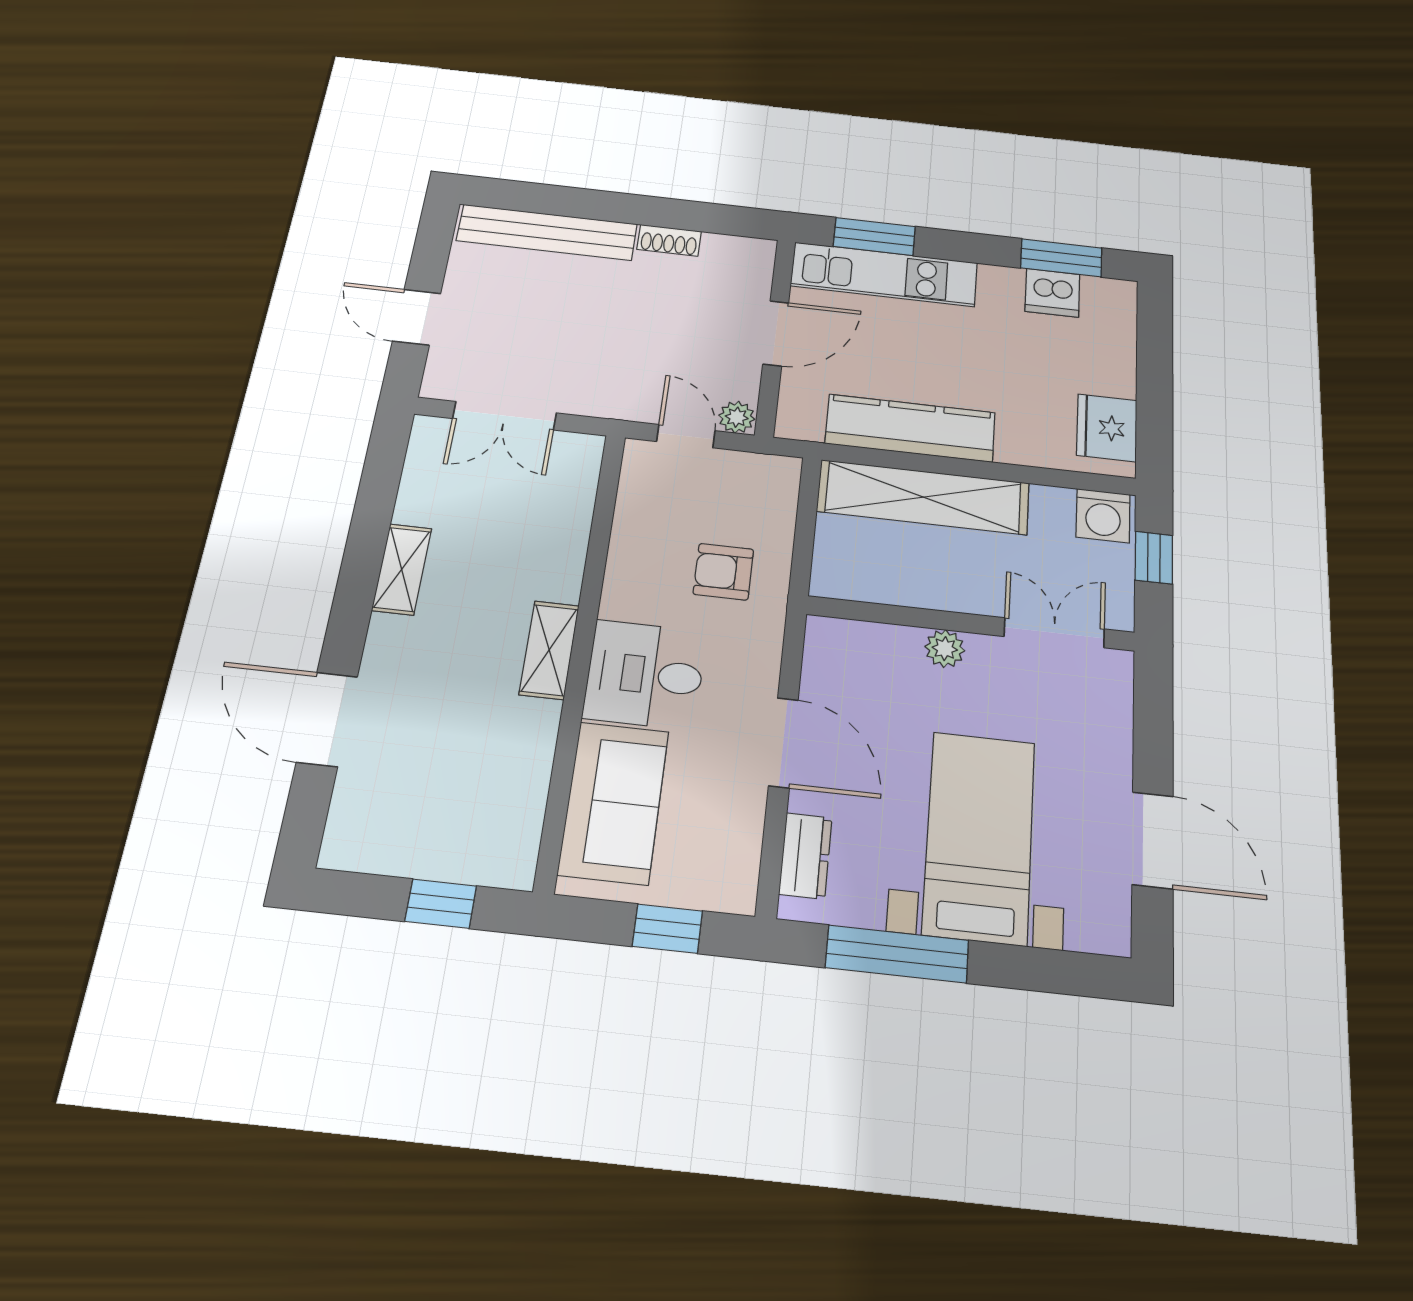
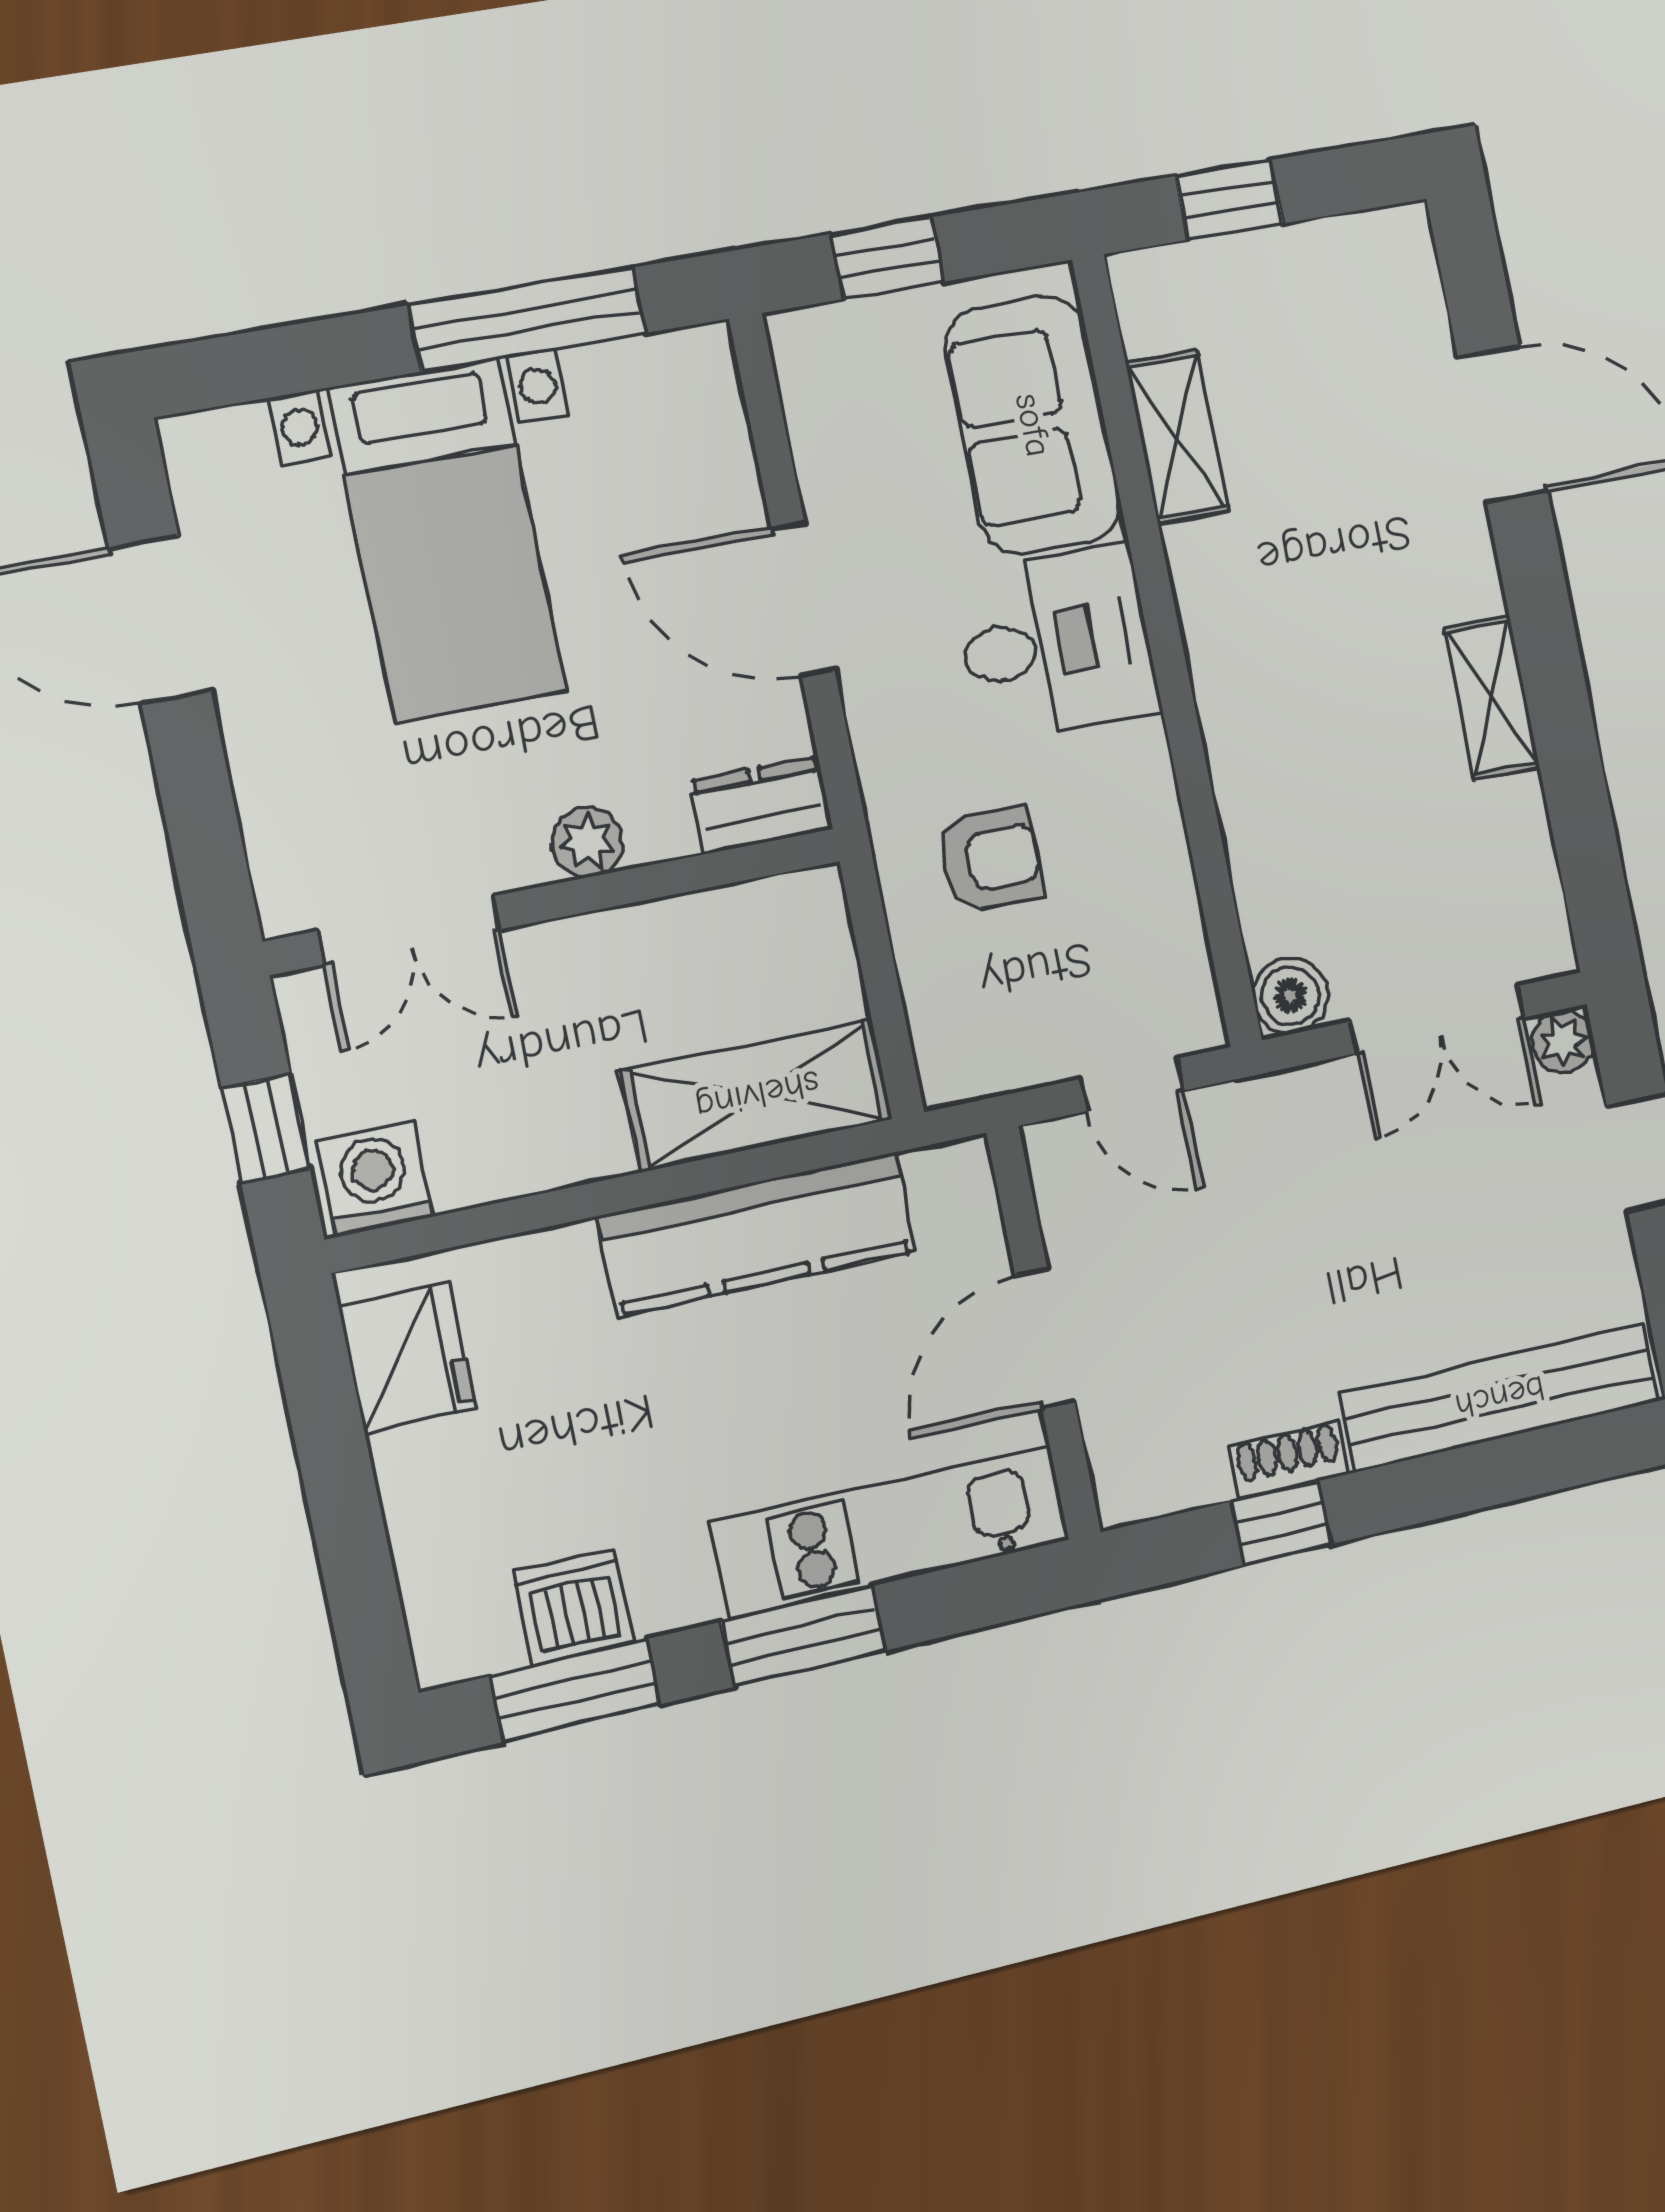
window: (684, 215) -> (1281, 1523), added
window: (874, 237) -> (803, 1636), moved
double door: (505, 416) -> (1437, 1020), swing flipped
plant: (737, 417) -> (1563, 1041), moved
boiler: (582, 452) -> (1290, 996), added
shelving: (923, 497) -> (757, 1095), width x0.68
shelving: (549, 650) -> (1177, 437), moved
dresser: (805, 856) -> (761, 805), moved, turned 90

